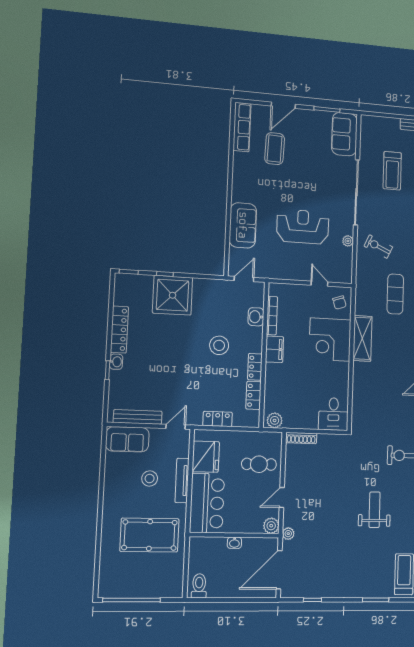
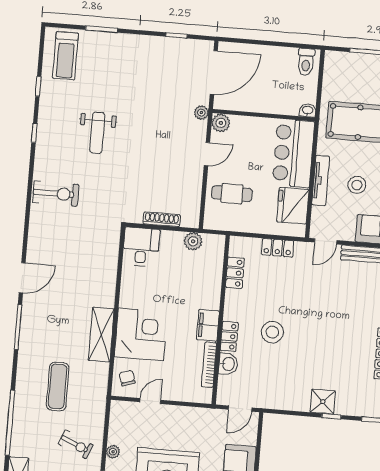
door: (319, 284) -> (150, 401), swing flipped
shower: (173, 295) -> (323, 402), width x0.54, depth x0.54
locker: (255, 367) -> (229, 336), moved
plant: (275, 420) -> (193, 241), moved
shoe rack: (301, 438) -> (162, 219), moved
washbasin: (234, 543) -> (308, 110), moved

